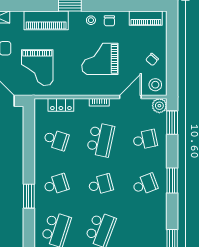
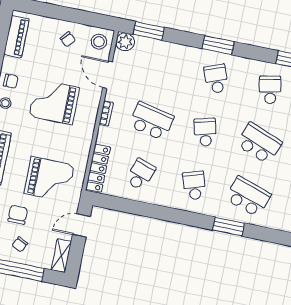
grand piano: (100, 59) -> (54, 102), turned 90
locker: (61, 105) -> (98, 168), width x1.53
school desk: (145, 140) -> (270, 90), moved
window: (29, 196) -> (228, 227), moved

